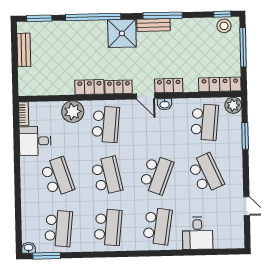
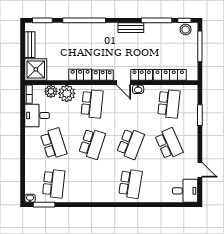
window: (163, 16) -> (157, 20), moved
shower: (122, 33) -> (36, 69), moved
locker: (220, 84) -> (170, 75), moved
plant: (233, 105) -> (51, 91), moved
school desk: (107, 176) -> (92, 144), turned 30
school desk: (108, 227) -> (92, 184), removed
desk: (198, 233) -> (185, 191), moved, turned -90

